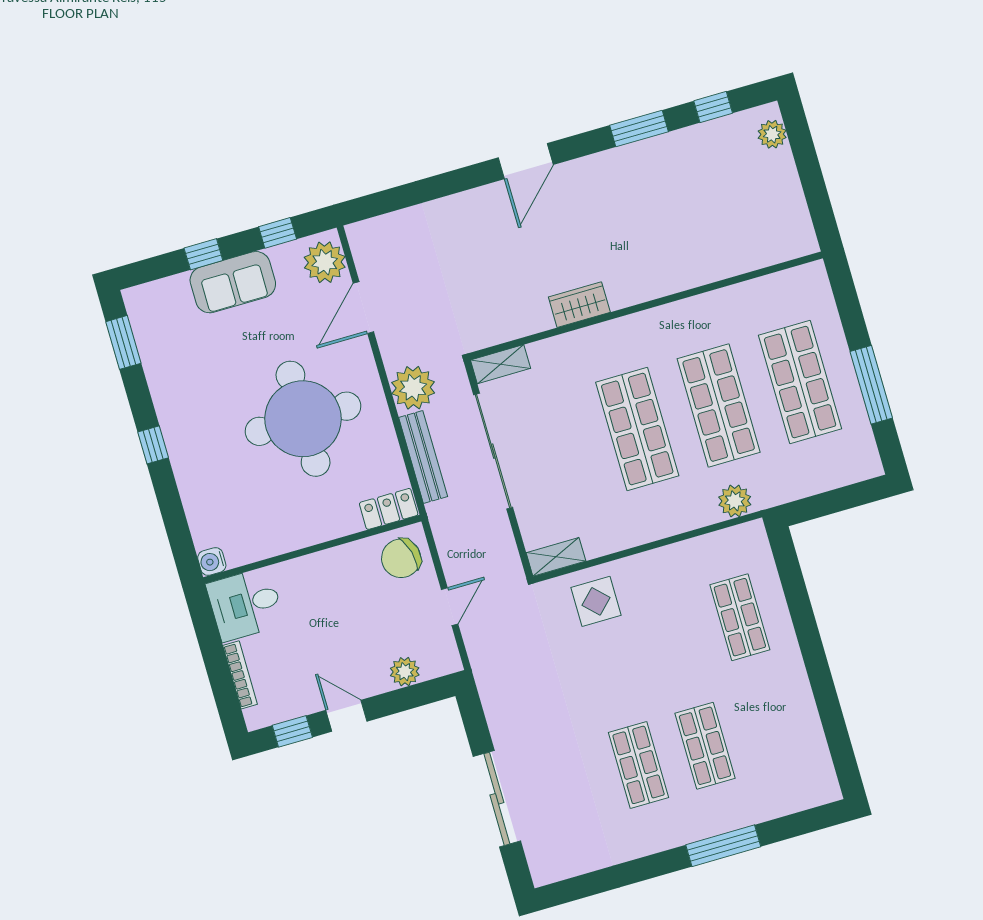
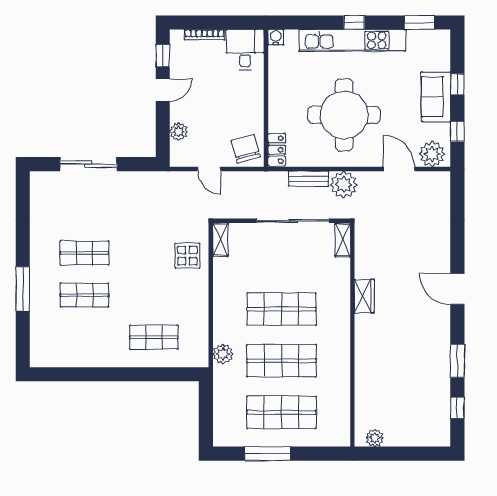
plant: (772, 134) -> (375, 438), moved
kitchen unit: (182, 440) -> (352, 40), added
bench: (423, 457) -> (309, 179), width x0.73

